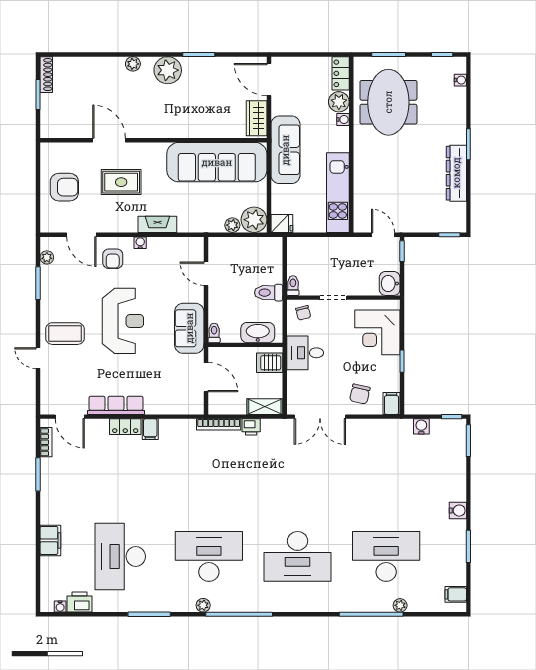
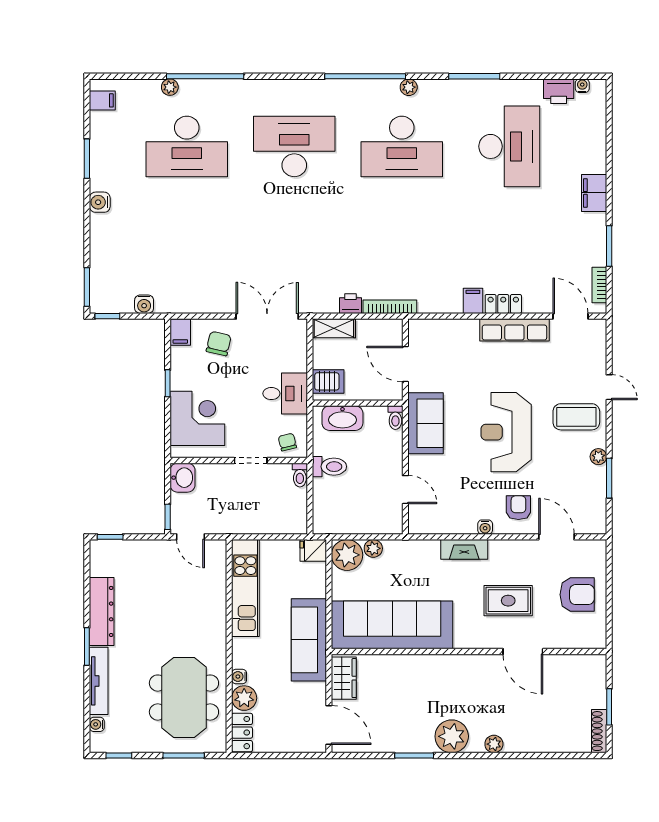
tv unit: (459, 116) -> (99, 681), added
armchair: (64, 187) -> (577, 595), turned 180
plant: (47, 257) -> (598, 457), moved
filing cabinet: (50, 540) -> (594, 193), moved

